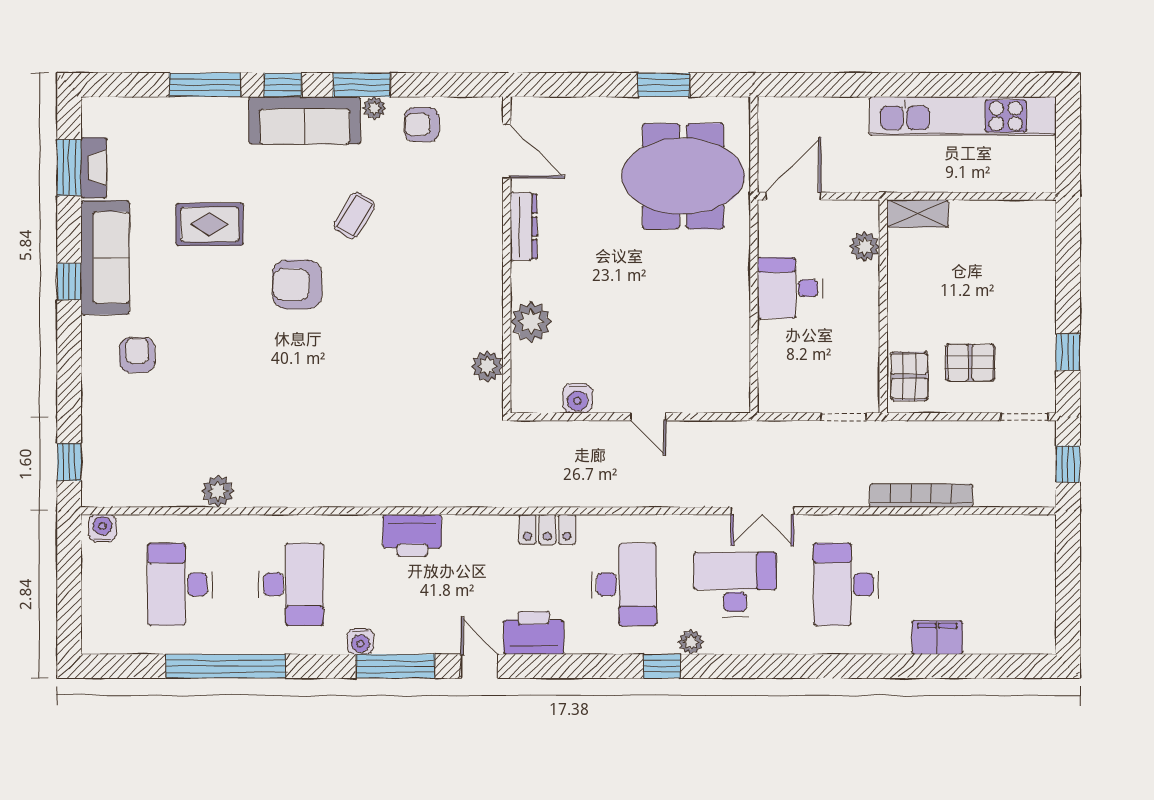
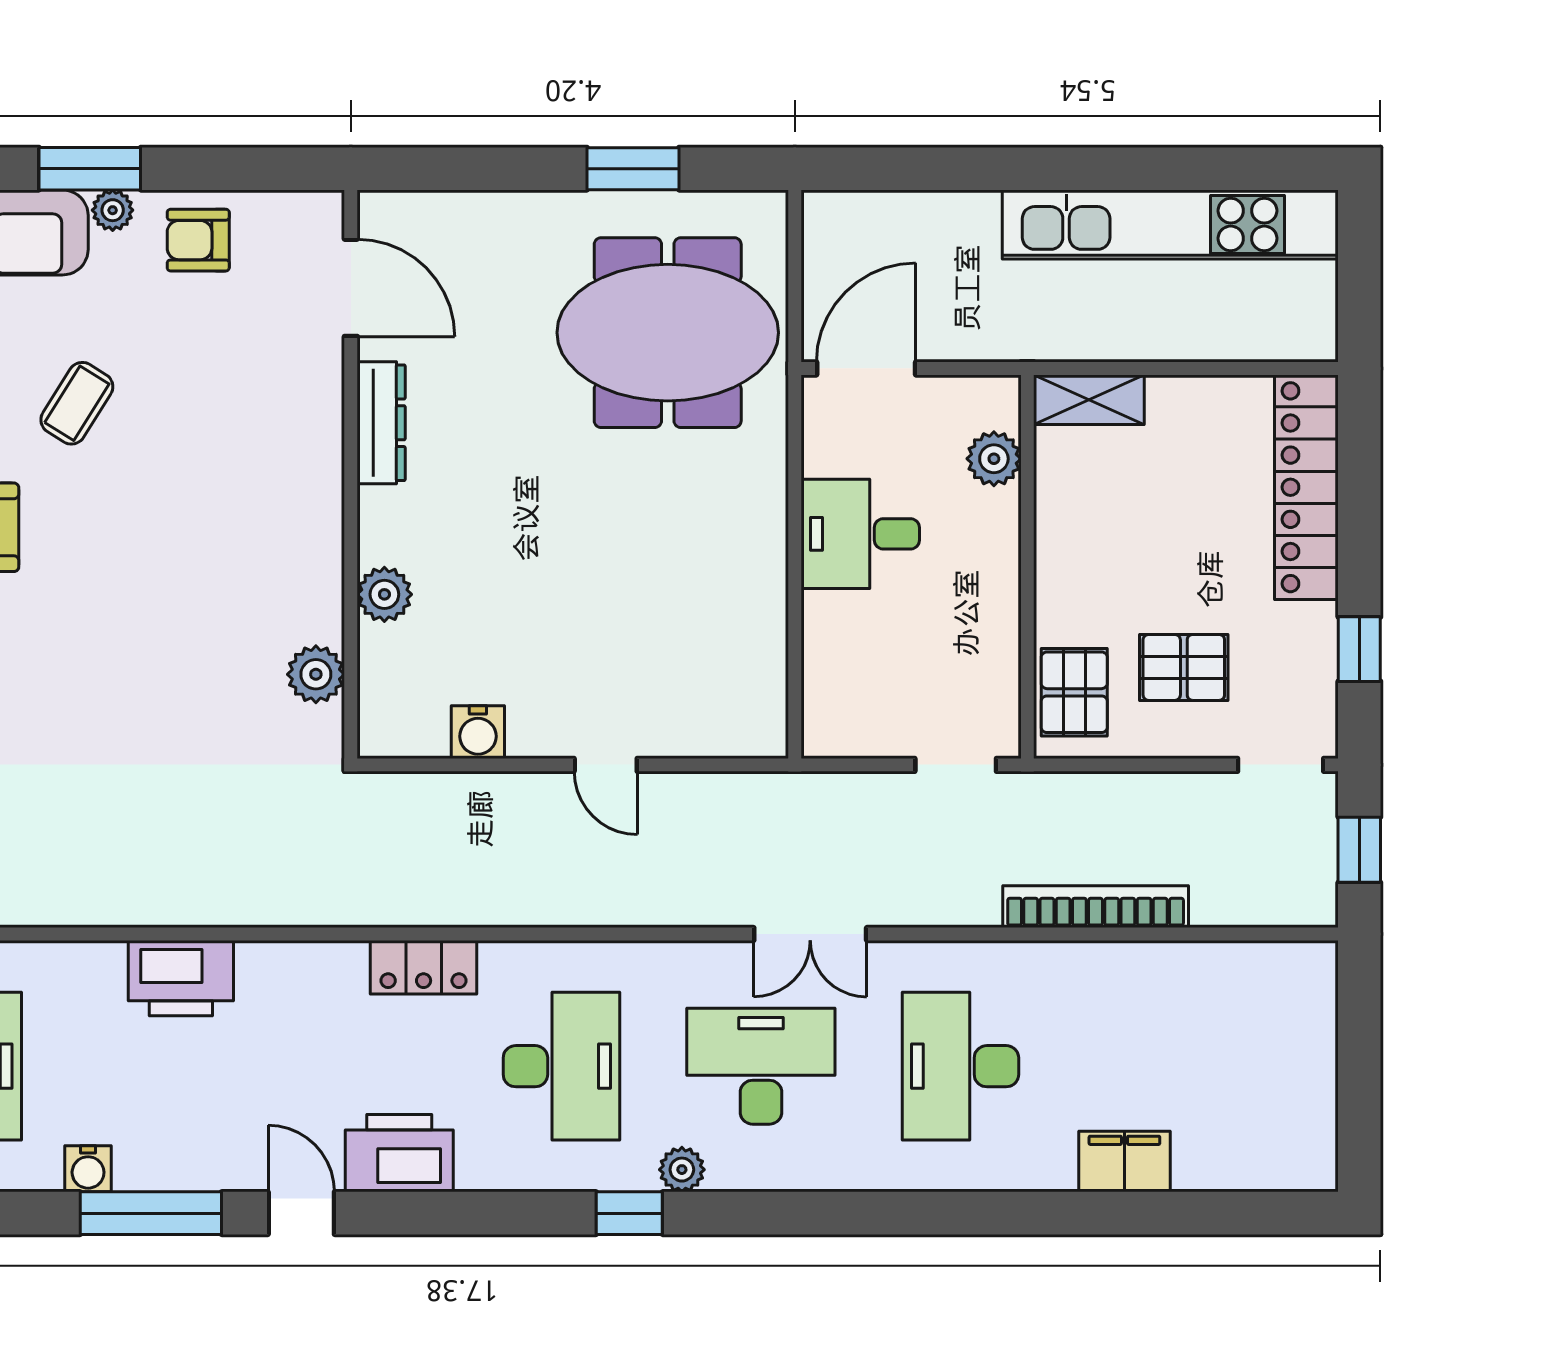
locker: (1039, 262) -> (1306, 487), added
plant: (531, 322) -> (384, 594), width x0.73, depth x0.73

